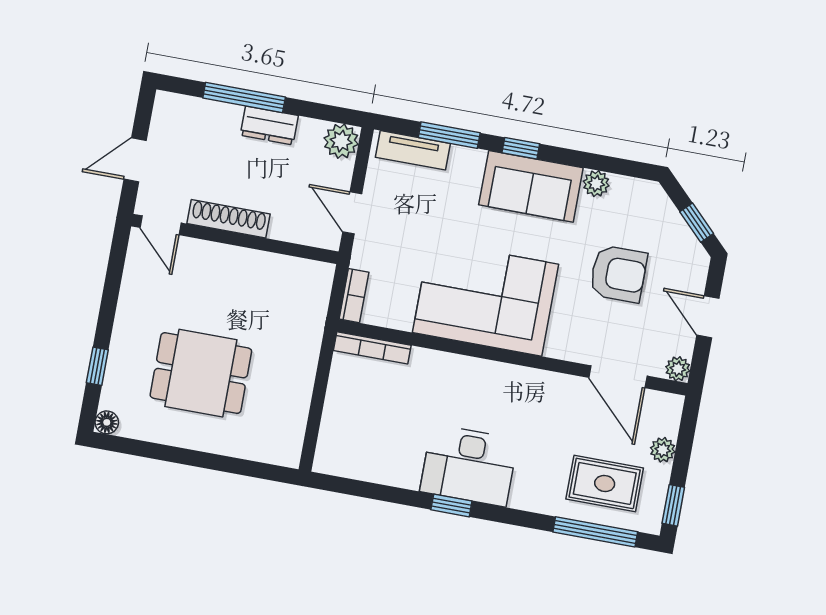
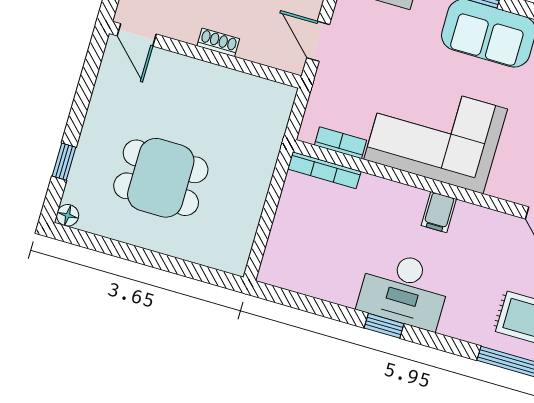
shoe rack: (228, 219) -> (218, 42), width x0.51, depth x0.81
bookcase: (354, 296) -> (341, 143), moved, turned -90
filing cabinet: (497, 380) -> (439, 212), added

